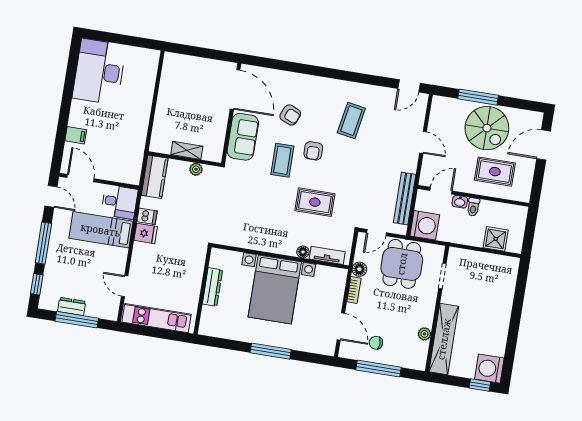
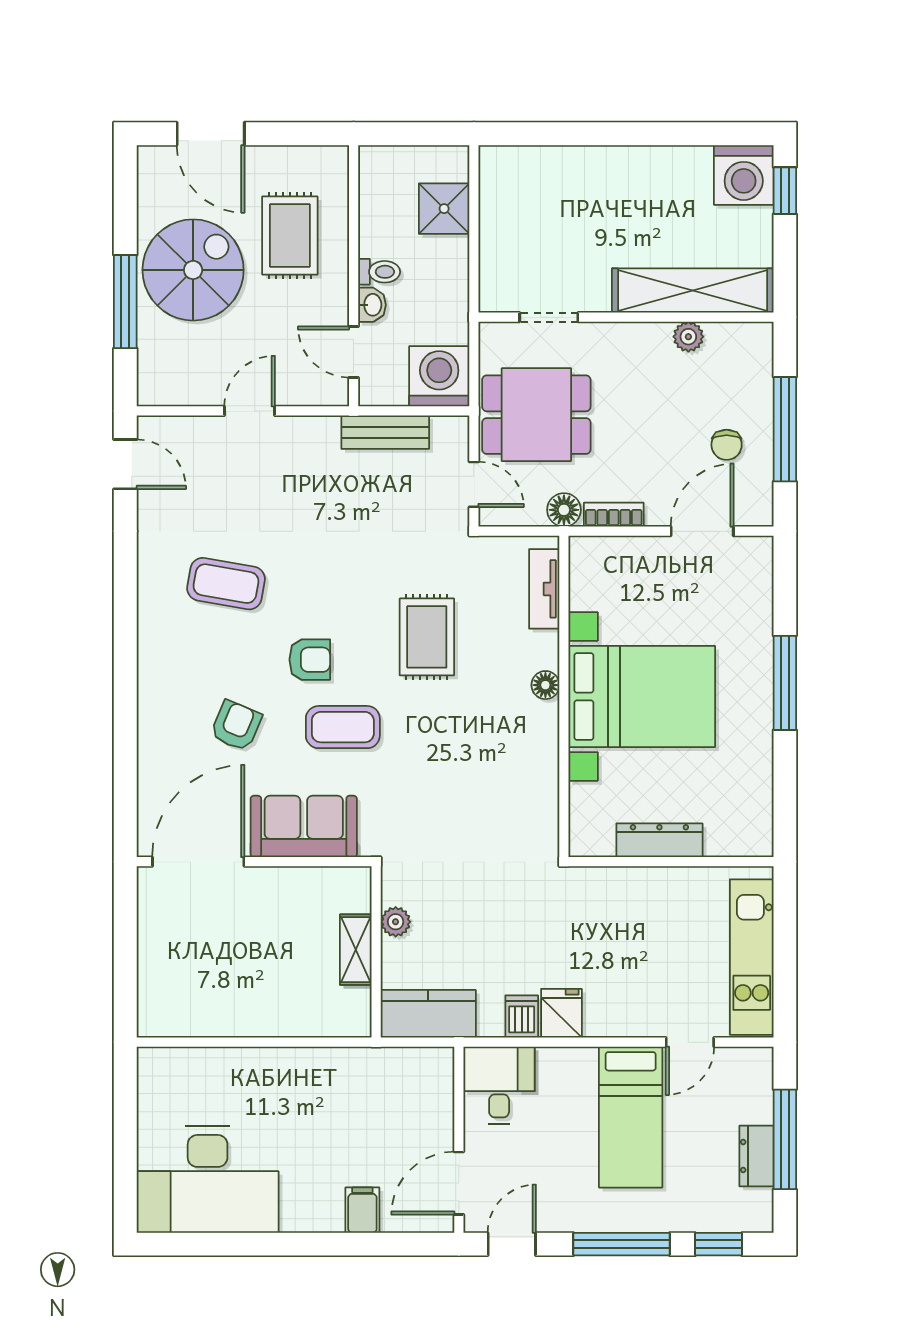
bench: (405, 199) -> (385, 432), width x0.73
bed: (101, 230) -> (631, 1117), moved
floor lamp: (303, 252) -> (545, 685), moved

